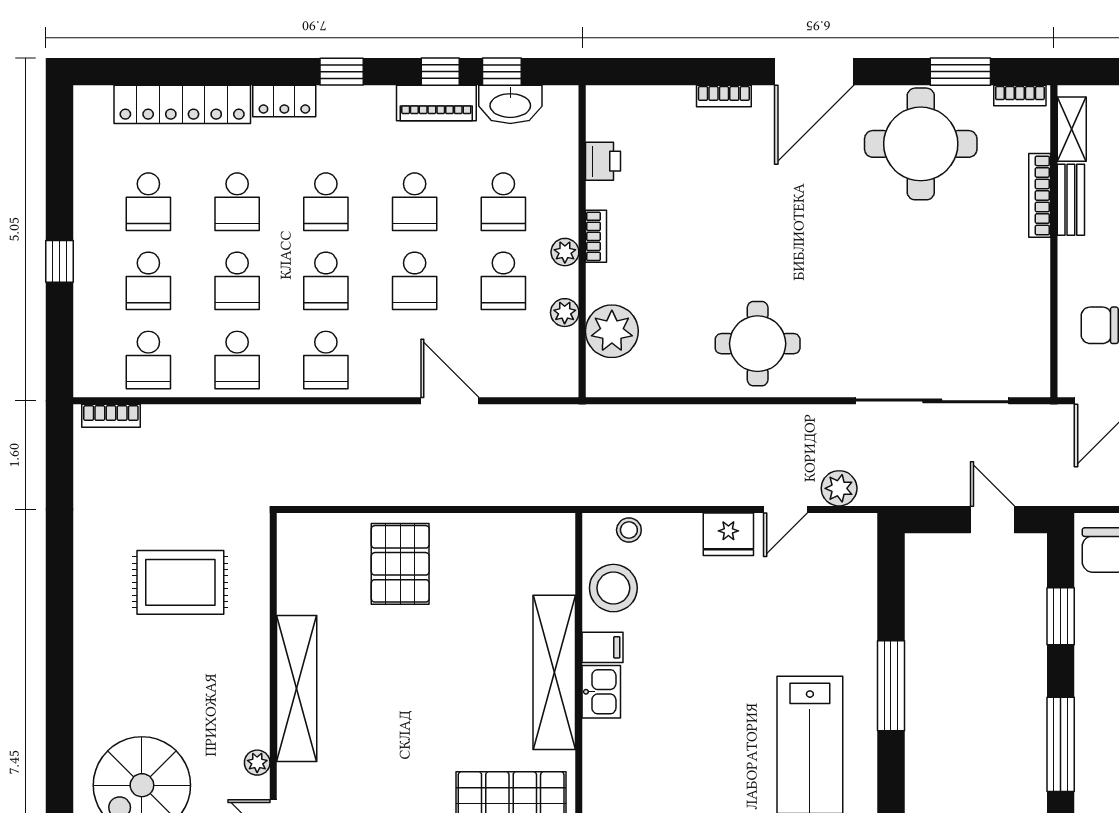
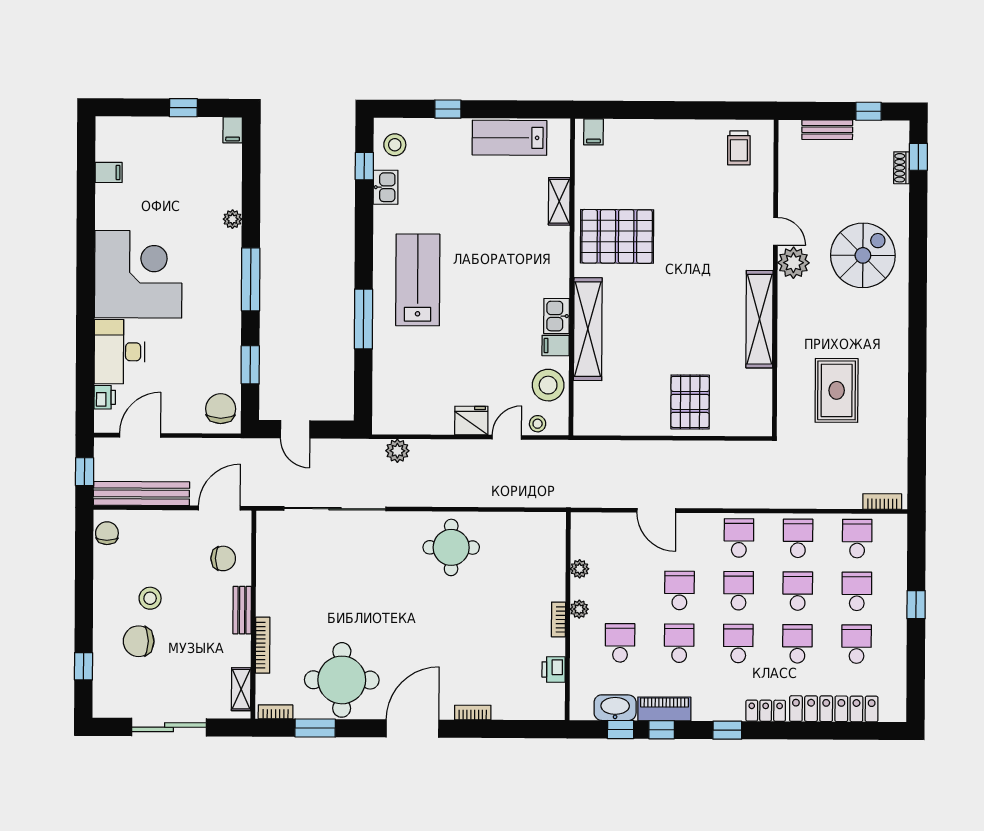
bench: (1071, 200) -> (242, 610), moved
school desk: (503, 281) -> (620, 590), removed
plant: (612, 331) -> (548, 556), removed
door: (786, 509) -> (507, 437), moved
rug: (180, 582) -> (837, 390), turned 90
plant: (257, 763) -> (793, 263), width x1.88, depth x1.88

